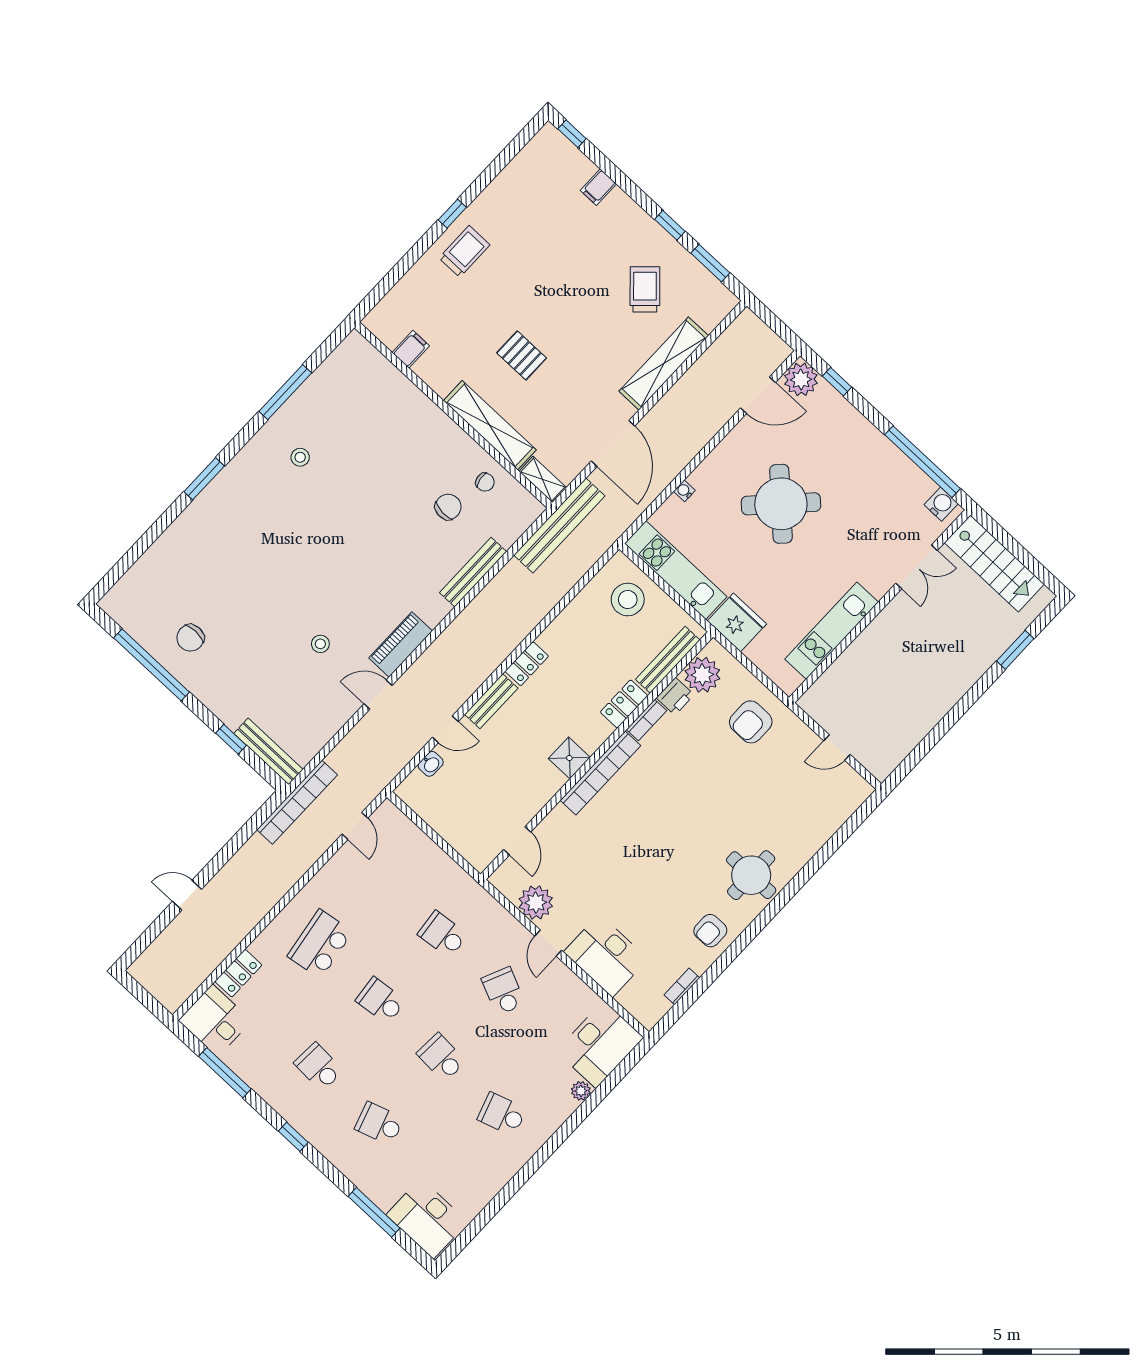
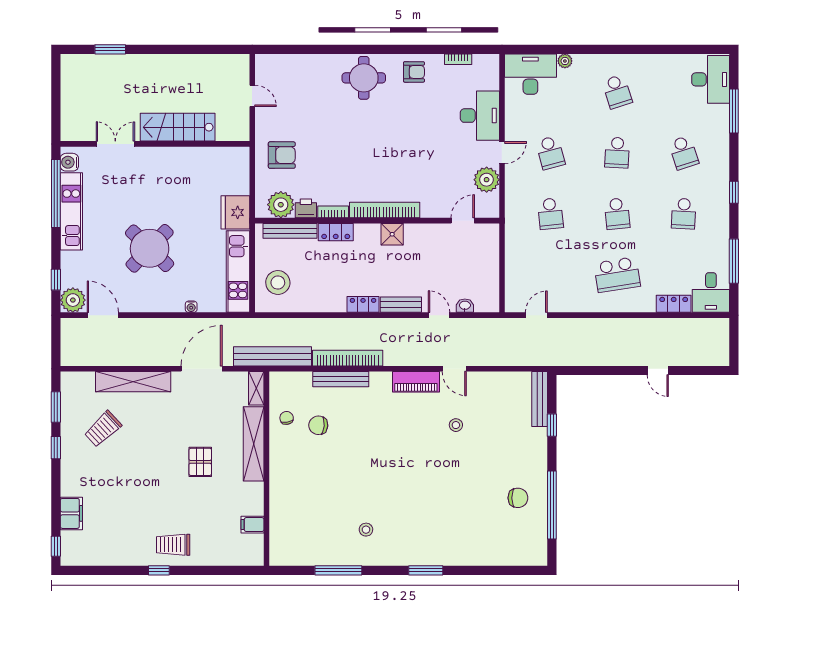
filing cabinet: (598, 187) -> (71, 513), width x2.00
stairs: (994, 563) -> (178, 127), moved, turned -90
kitchen unit: (832, 631) -> (71, 211), moved, turned -90
bookcase: (297, 802) -> (348, 358), moved
school desk: (503, 991) -> (550, 153), turned -39

